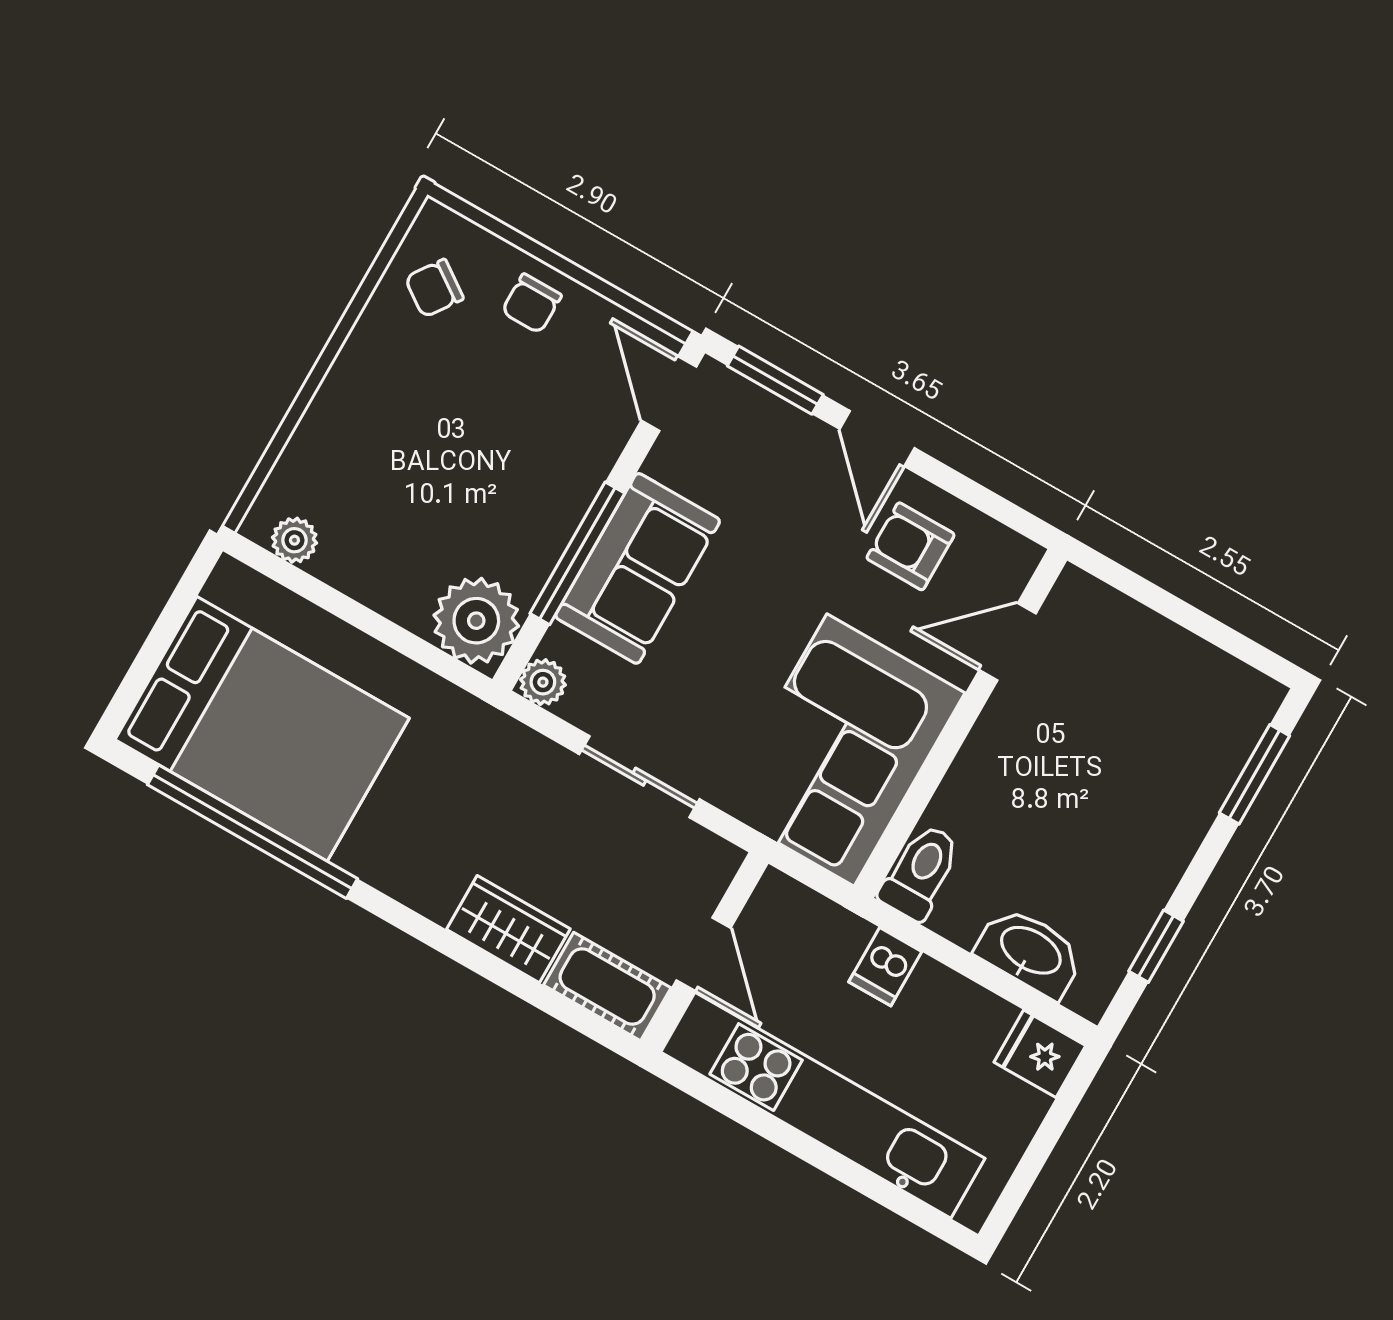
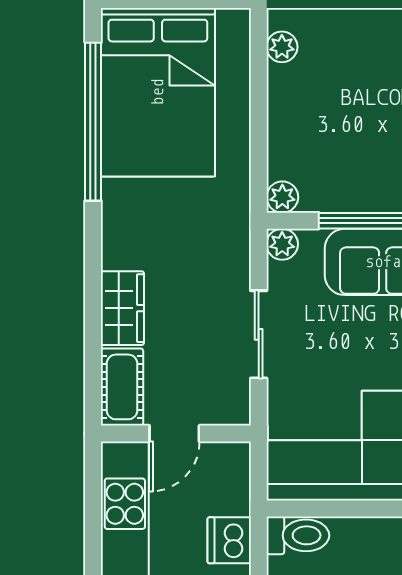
plant: (476, 621) -> (282, 197), width x0.53, depth x0.53
dishwasher: (885, 967) -> (229, 540), width x1.38

